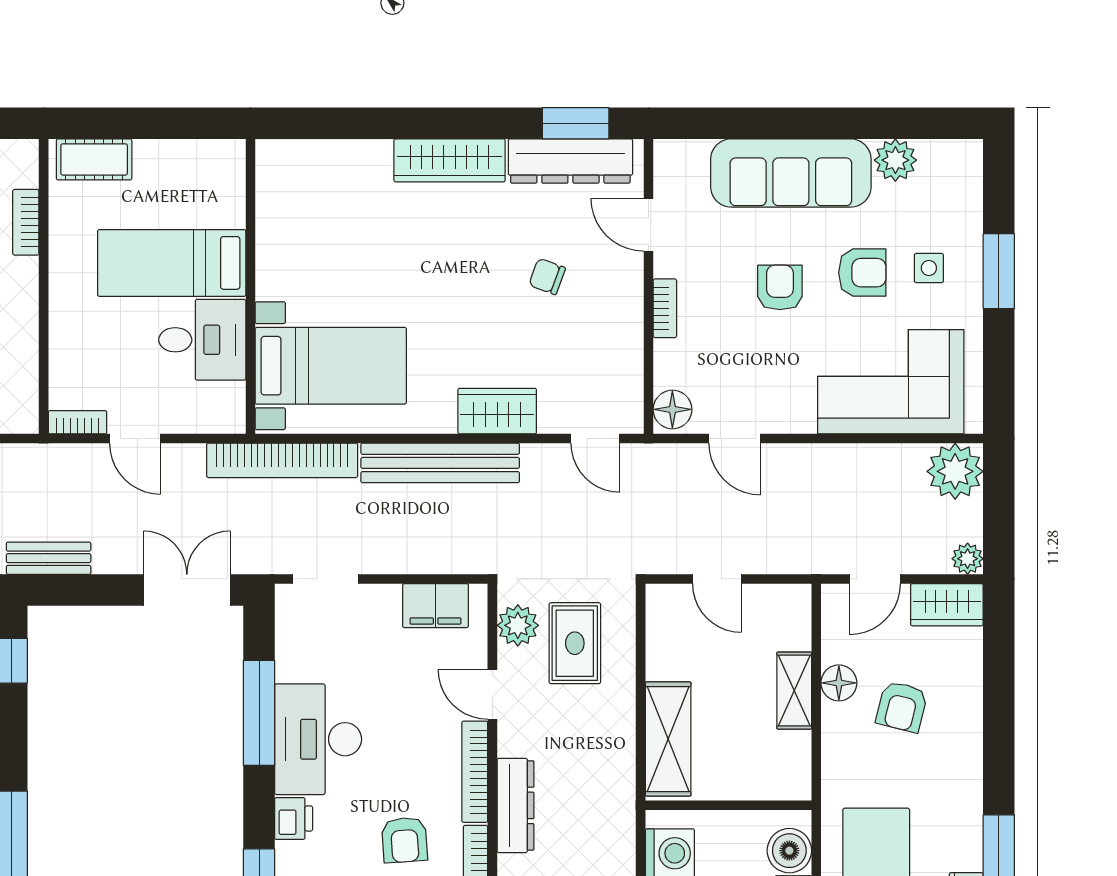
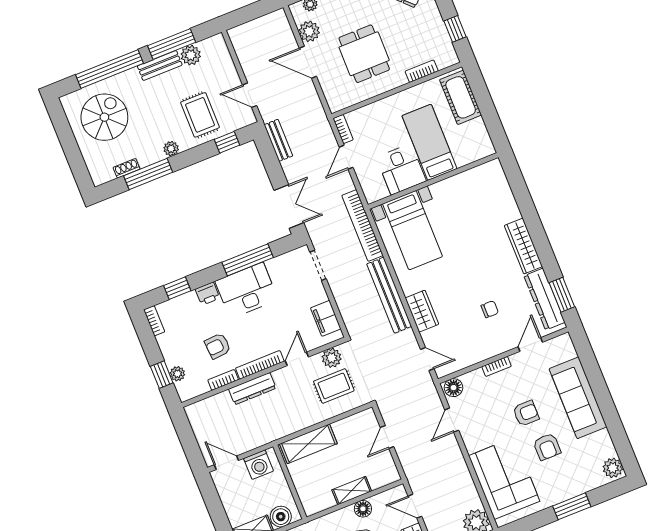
cot: (94, 159) -> (461, 97), width x1.37, depth x1.34
plant: (895, 160) -> (613, 468), moved
side table: (929, 268) -> (561, 475), removed
chair: (547, 276) -> (490, 309), turned 70
door: (595, 439) -> (427, 359), swing flipped

